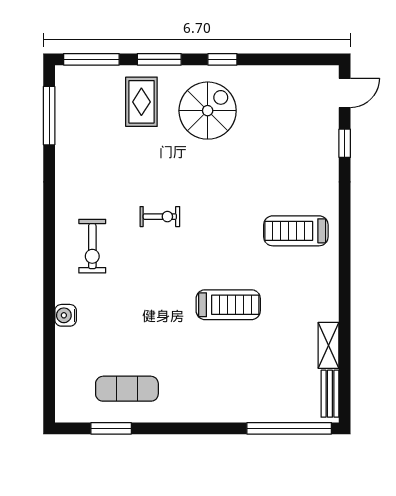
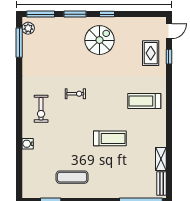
plant: (67, 87) -> (28, 28), added
rug: (141, 102) -> (151, 53), moved
exercise mat: (127, 389) -> (72, 177), moved

